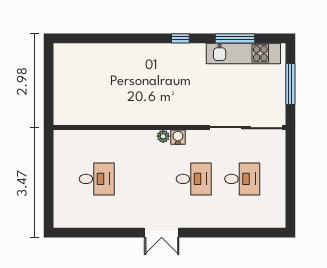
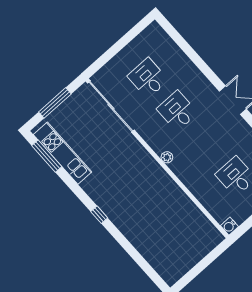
window: (180, 38) -> (99, 215), moved
window: (235, 38) -> (47, 156), moved
water cooler: (178, 137) -> (229, 226), moved

